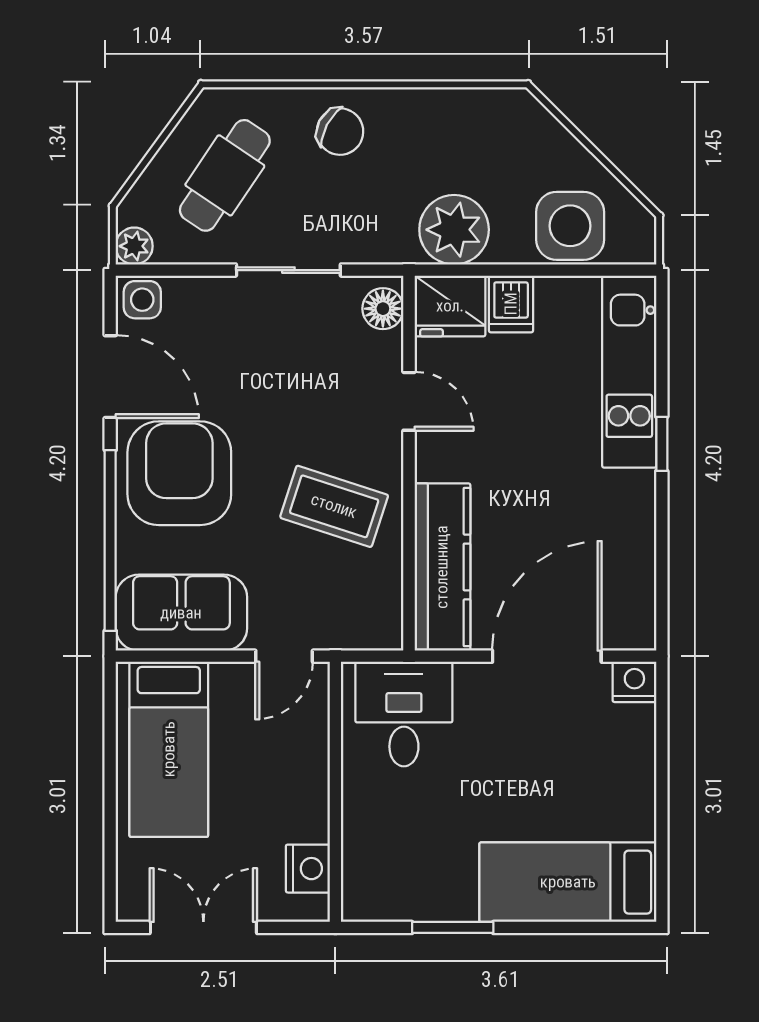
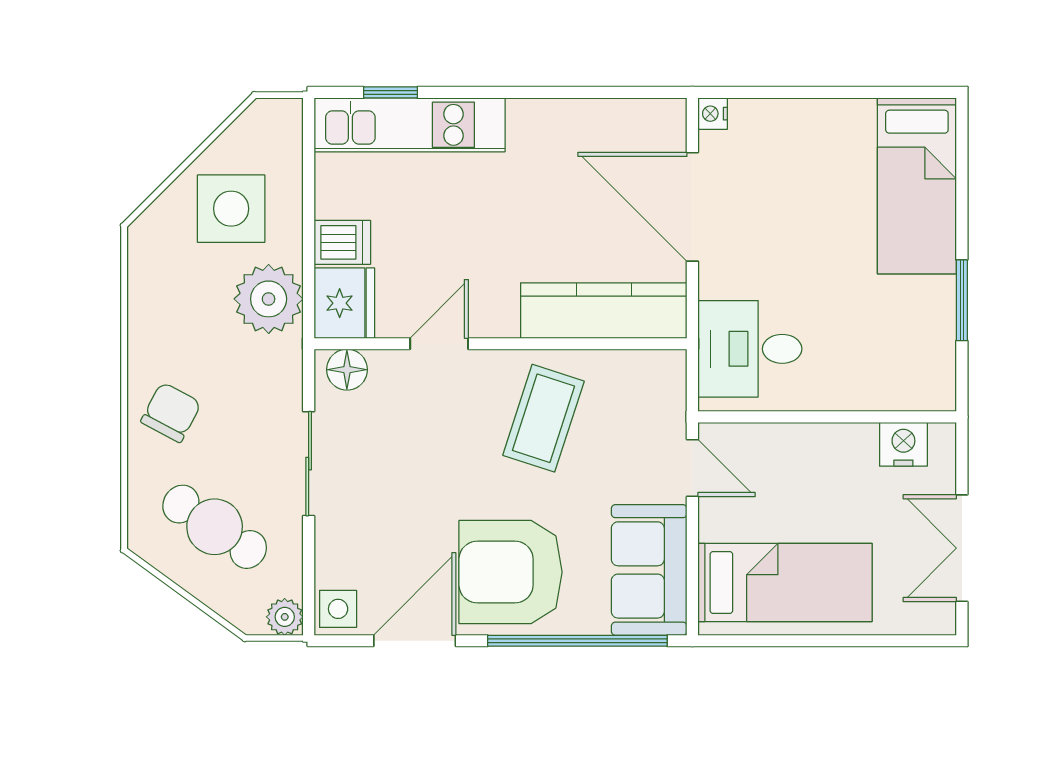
side table: (570, 226) -> (231, 209), moved
window: (662, 444) -> (391, 92), moved
nightstand: (634, 682) -> (713, 114), width x0.72, depth x0.74

